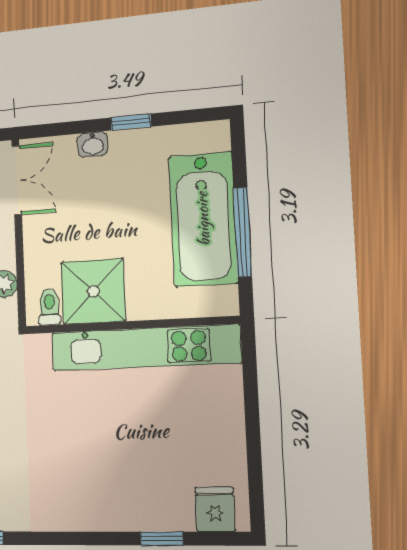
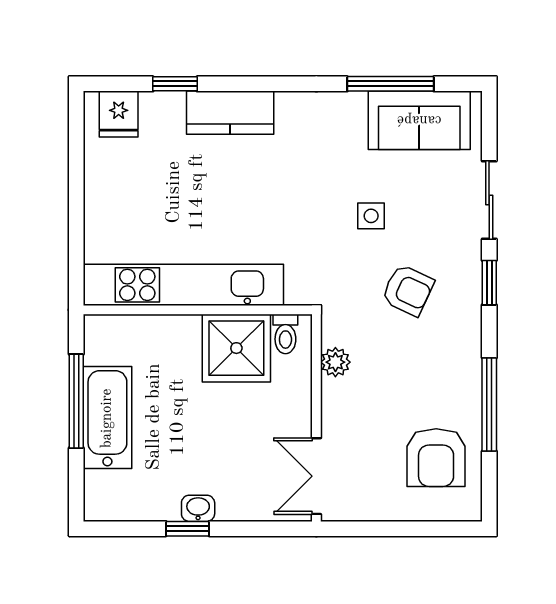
washbasin: (93, 144) -> (198, 508), moved
bathtub: (203, 219) -> (107, 418), width x0.73, depth x0.73
kitchen counter: (108, 511) -> (230, 113), added

